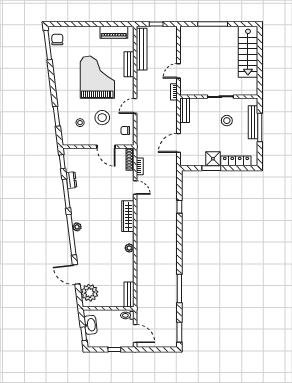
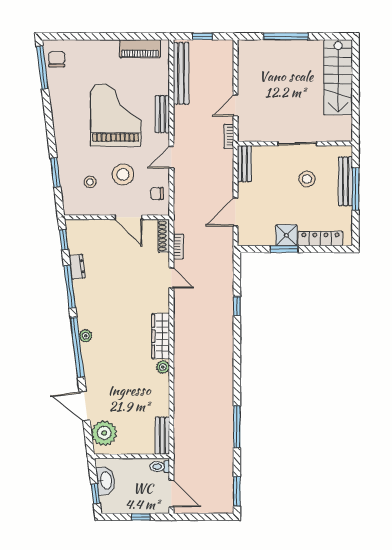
bench: (129, 64) -> (162, 114), moved
wardrobe: (128, 216) -> (161, 336), moved

